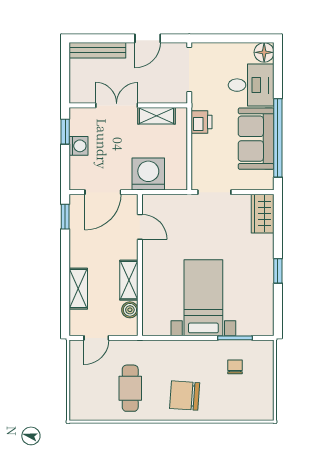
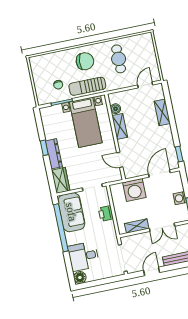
printer: (202, 122) -> (106, 213), moved
sofa: (256, 139) -> (71, 212), moved
door: (140, 227) -> (120, 160), moved
dresser: (265, 258) -> (54, 154), added
wall: (140, 265) -> (115, 137), moved
shelving: (129, 280) -> (120, 126), moved
boiler: (130, 310) -> (115, 109), moved
sun lounger: (189, 355) -> (87, 86), added

